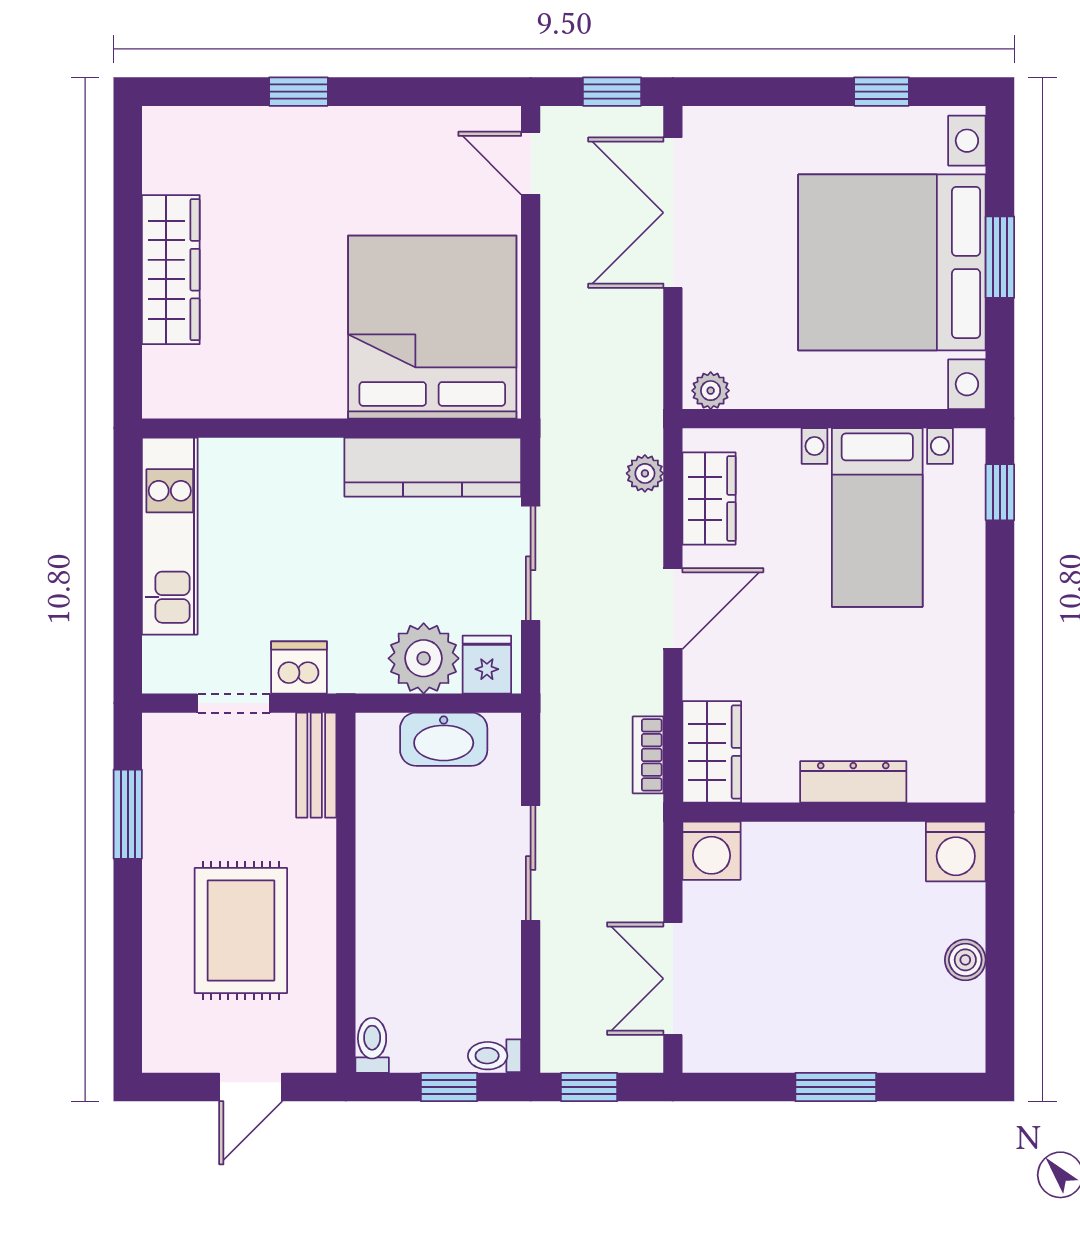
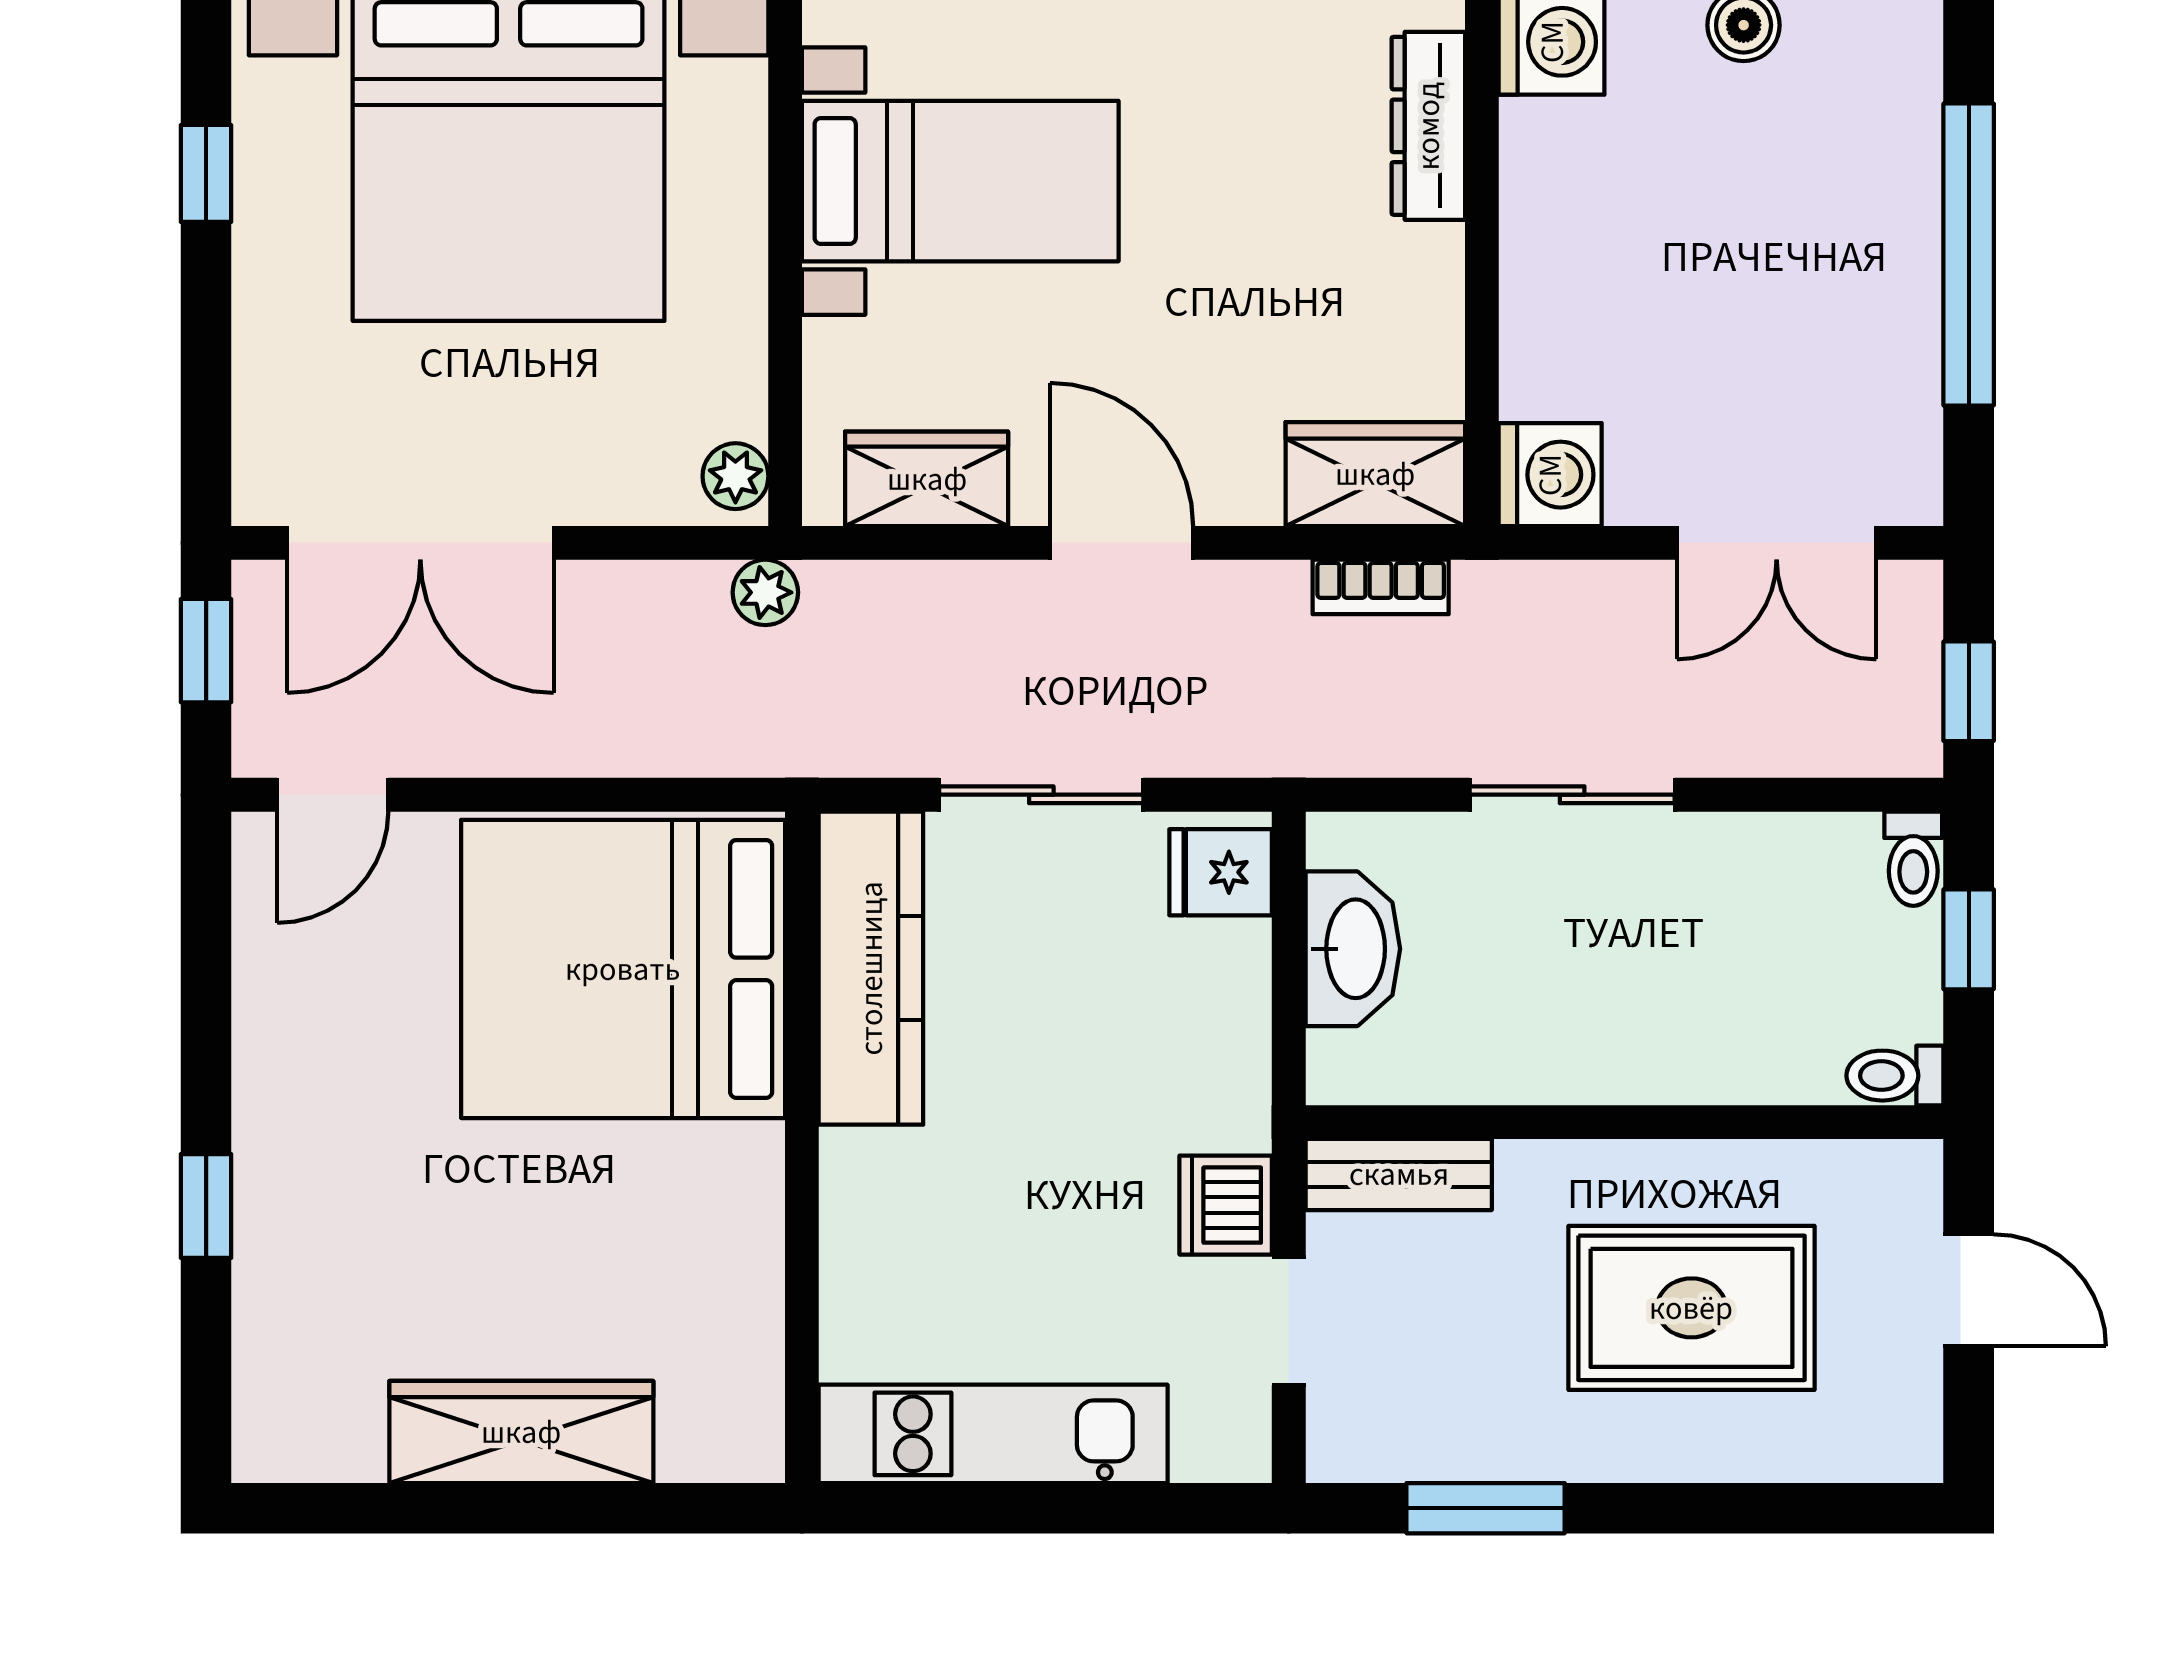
plant: (645, 473) -> (765, 592), moved
plant: (424, 658) -> (1210, 984), removed
dresser: (853, 782) -> (1428, 126), moved
window: (836, 1087) -> (1969, 254), width x2.11

